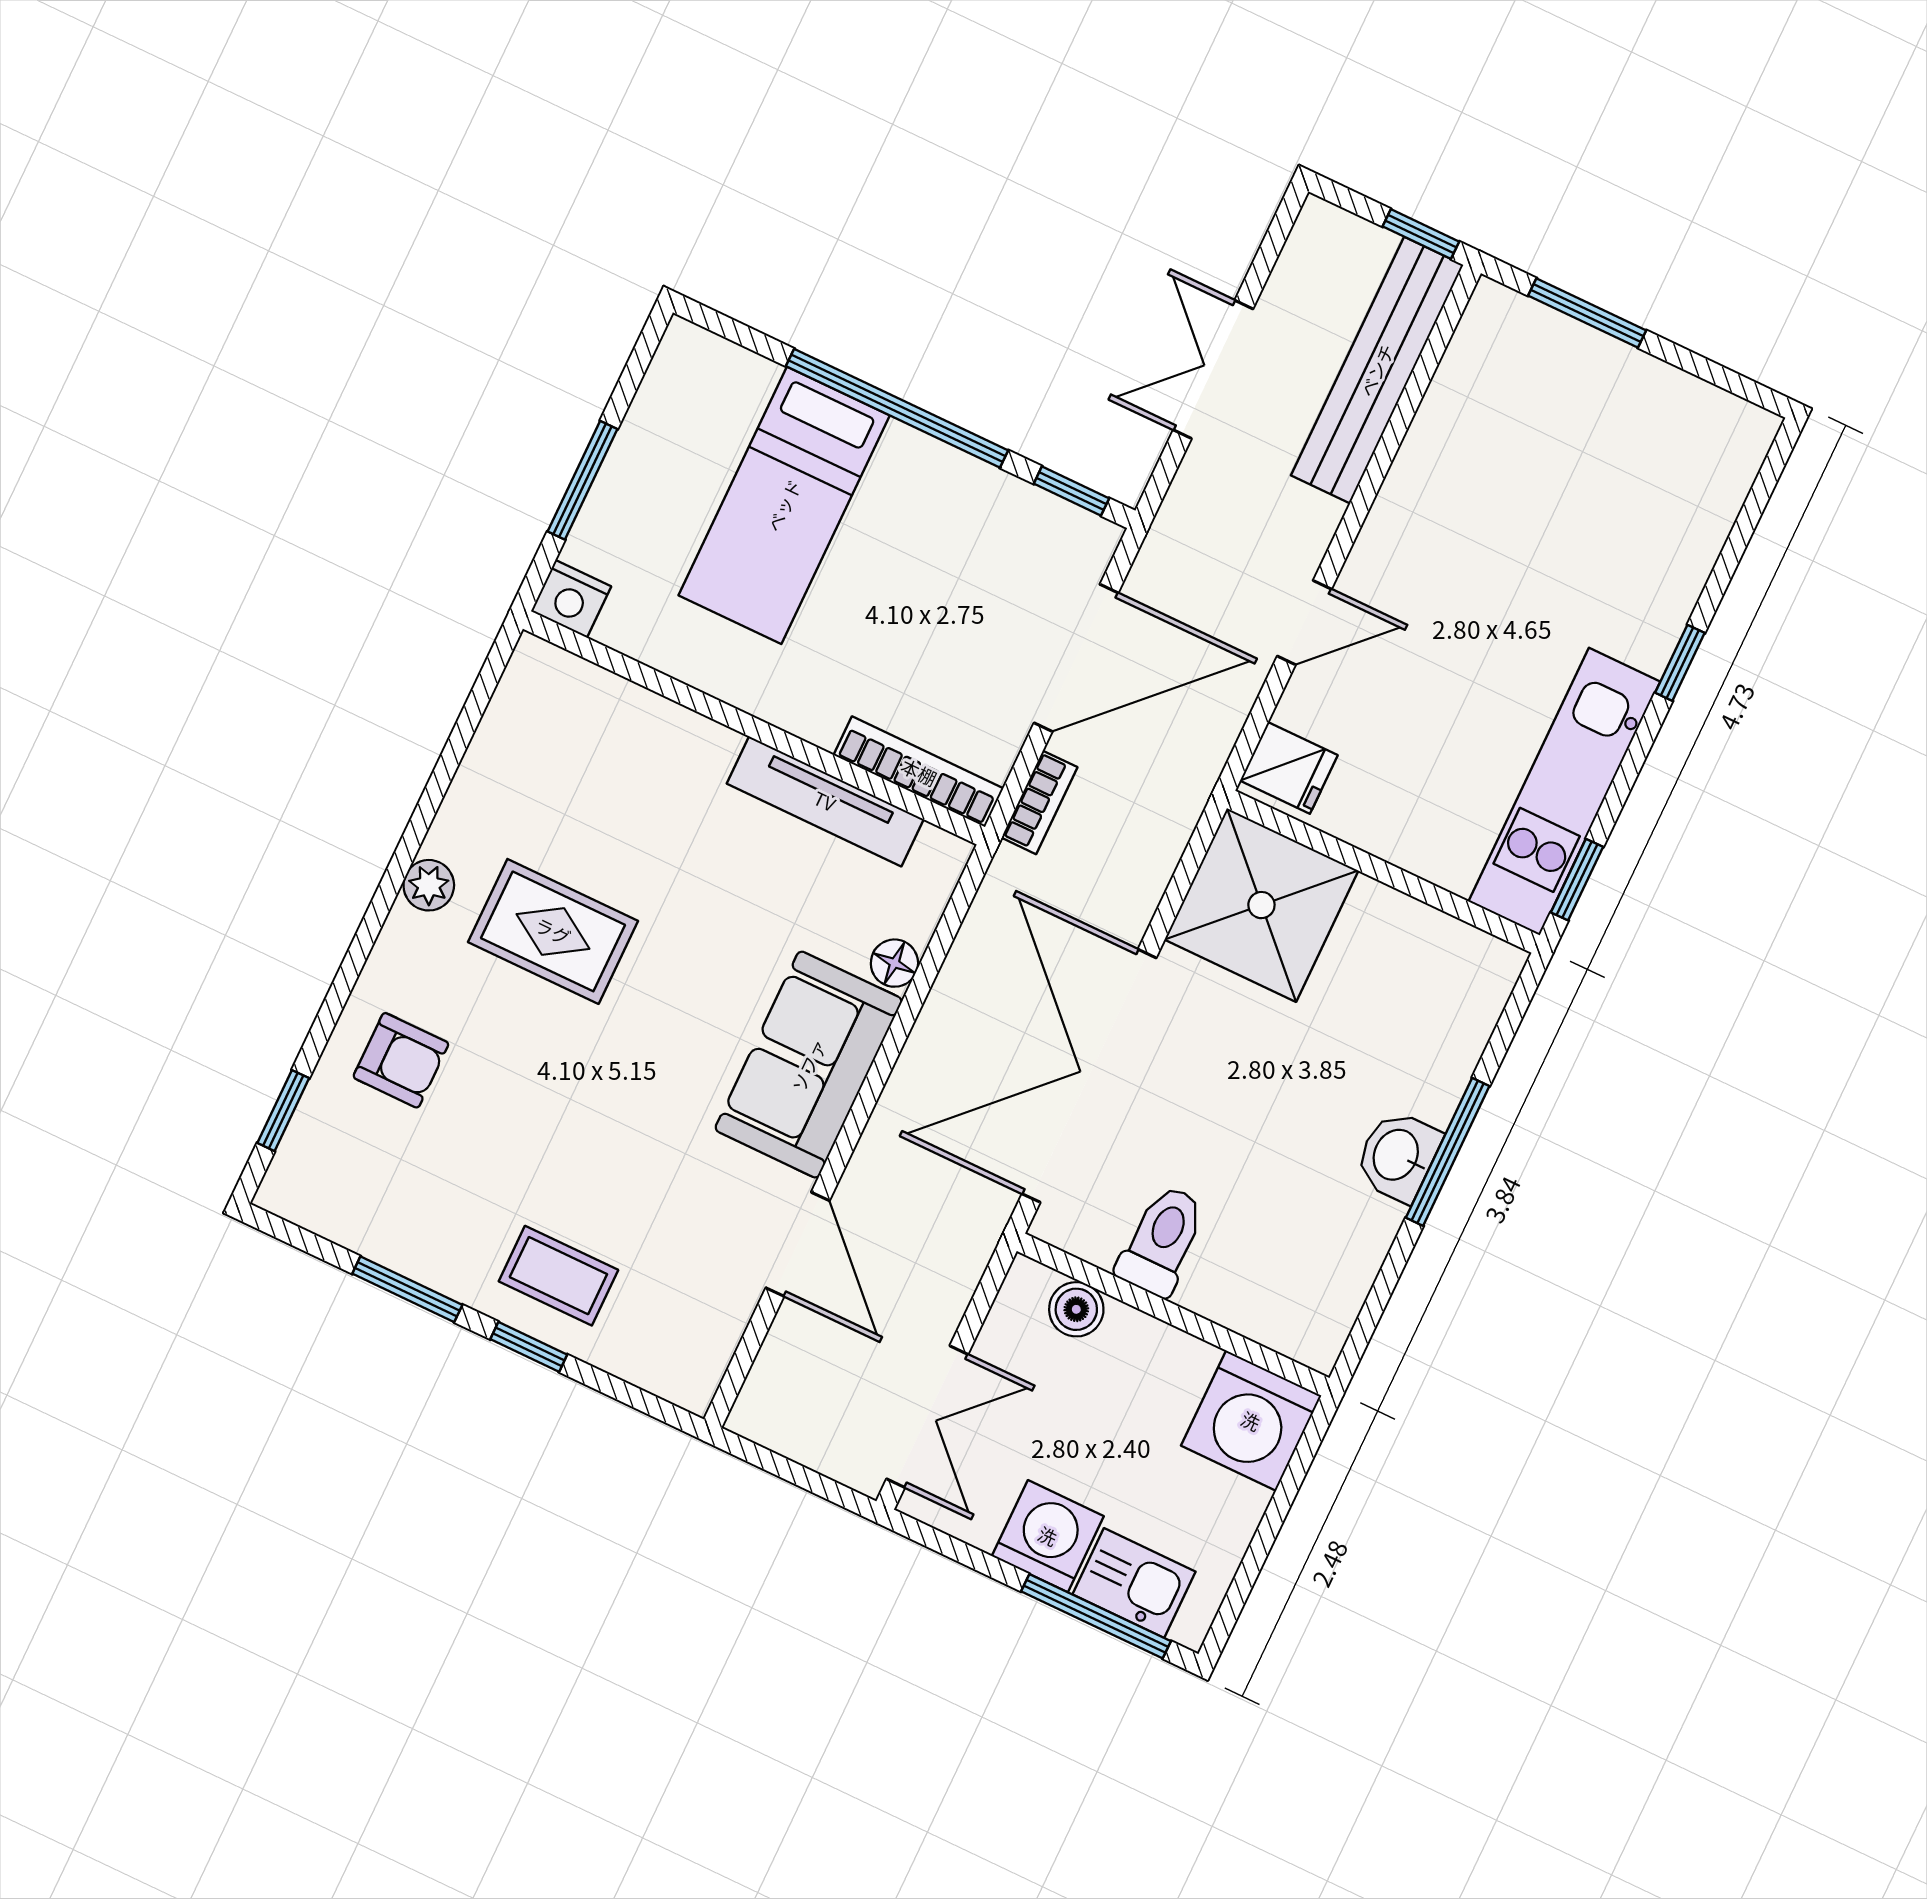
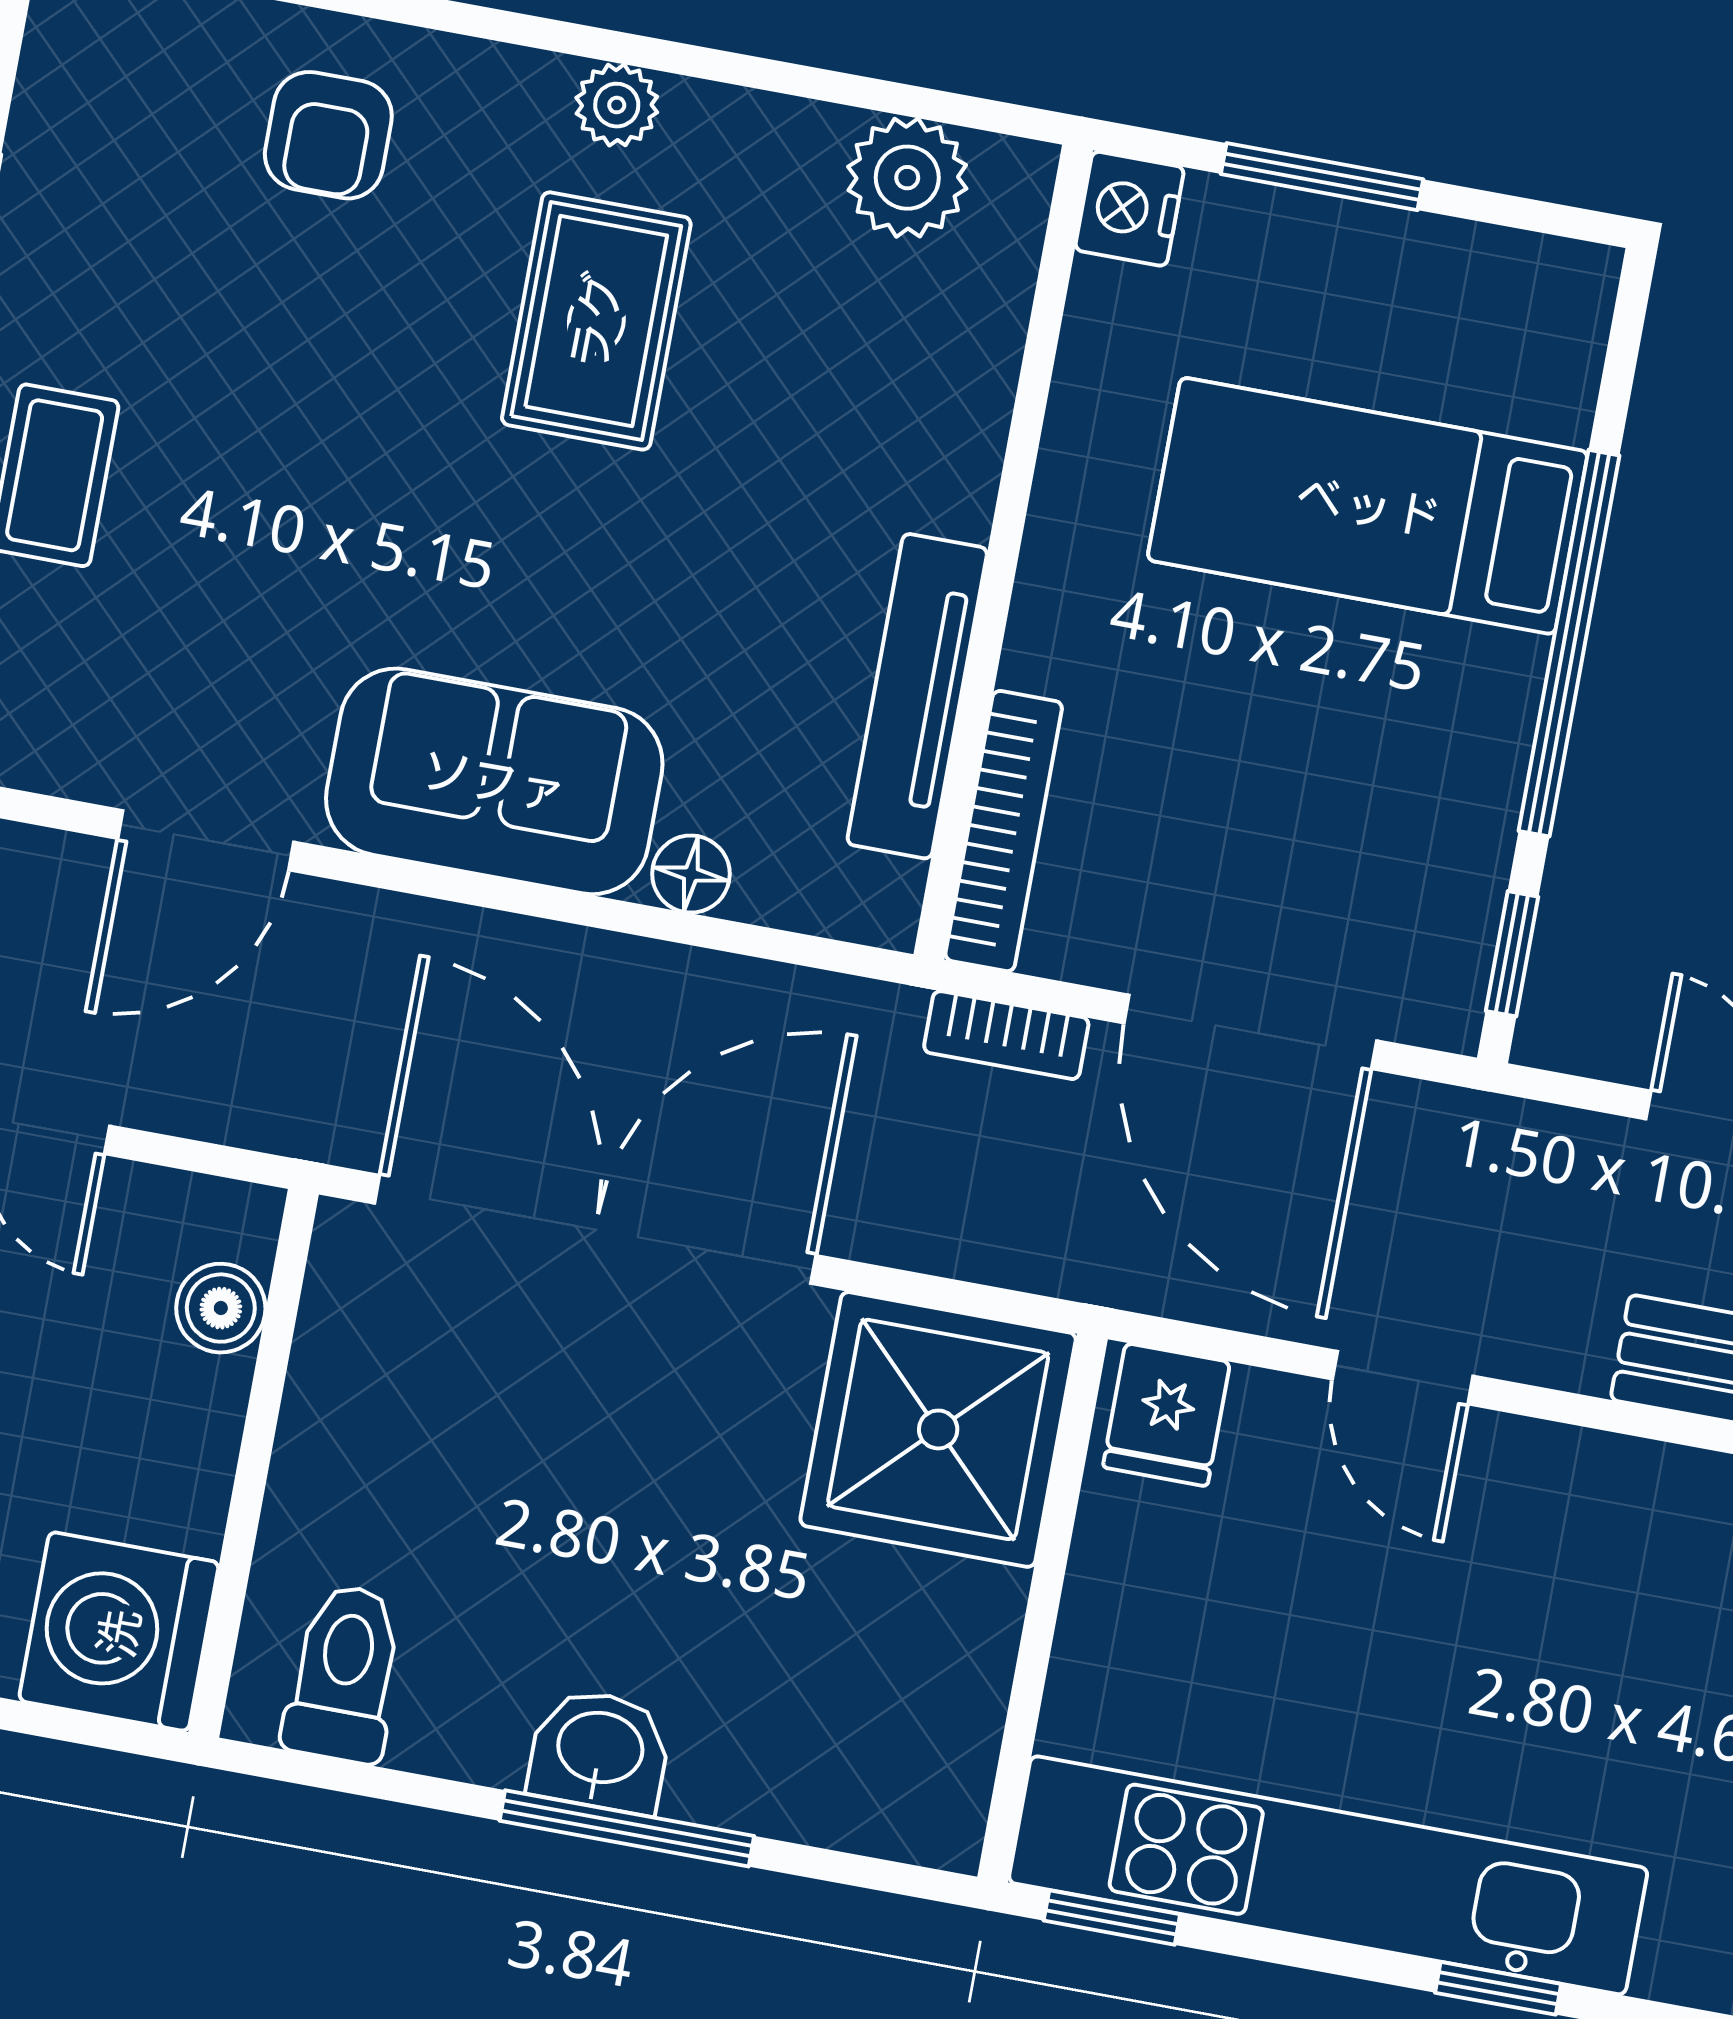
plant: (518, 725) -> (907, 178), added
kitchen unit: (1564, 792) -> (1328, 1875), width x1.36
toilet: (1162, 1241) -> (344, 1673), moved, turned -90

